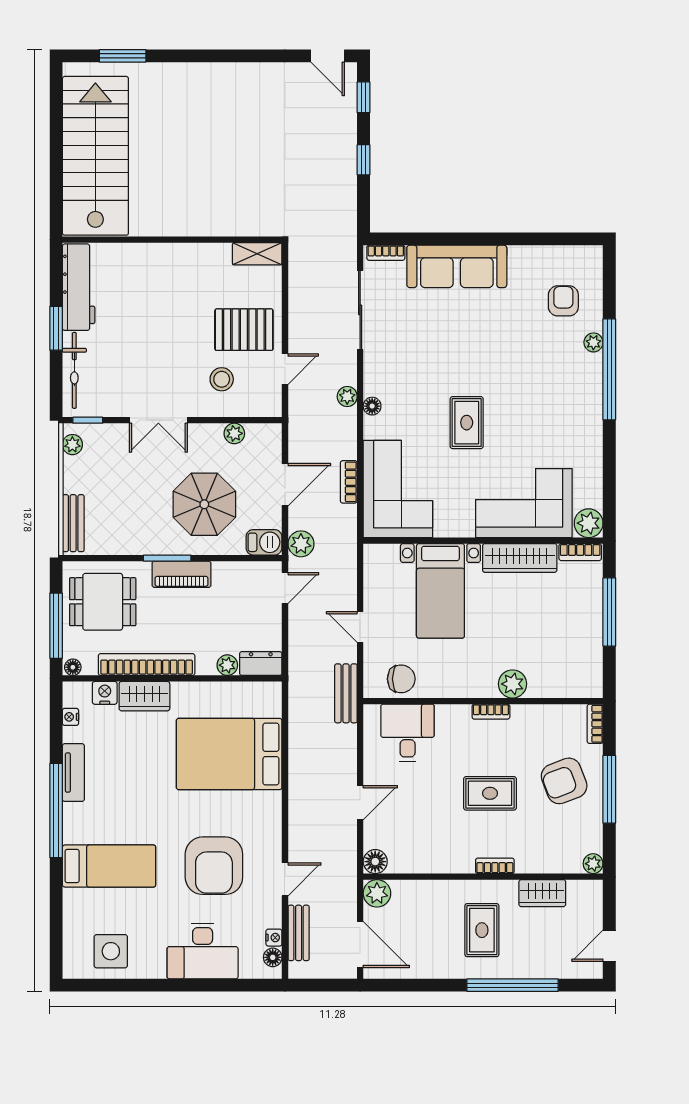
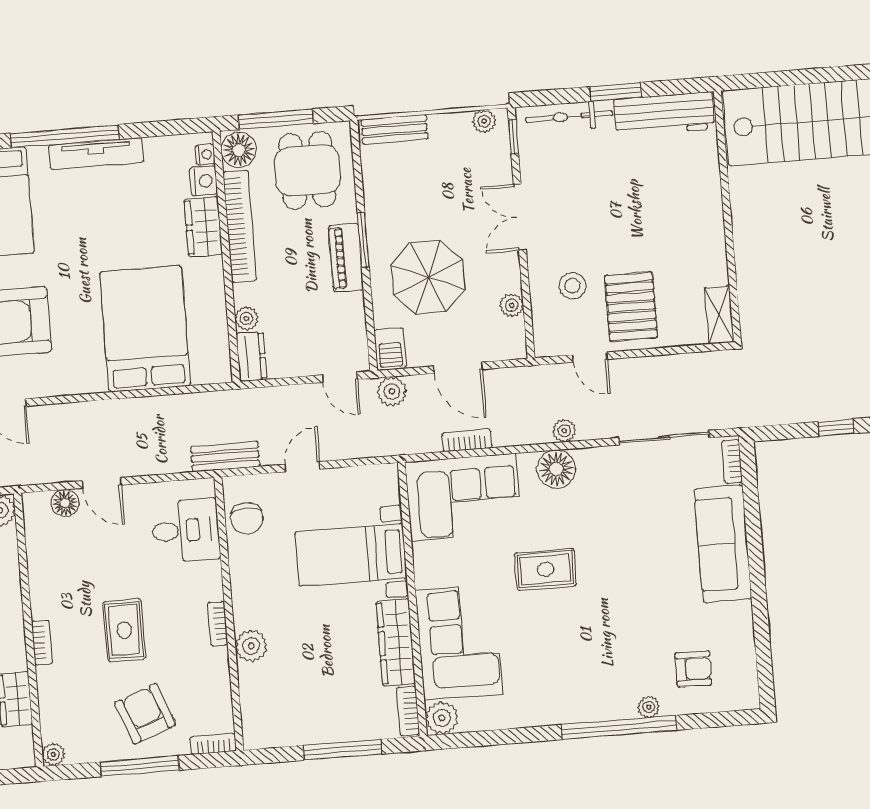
floor lamp: (372, 406) -> (556, 469), width x1.89, depth x1.89
floor lamp: (73, 667) -> (239, 150), width x1.89, depth x1.89
nightstand: (70, 717) -> (205, 154), moved, turned 90
tv unit: (73, 773) -> (96, 154), width x1.41
floor lamp: (375, 862) -> (65, 503), moved

